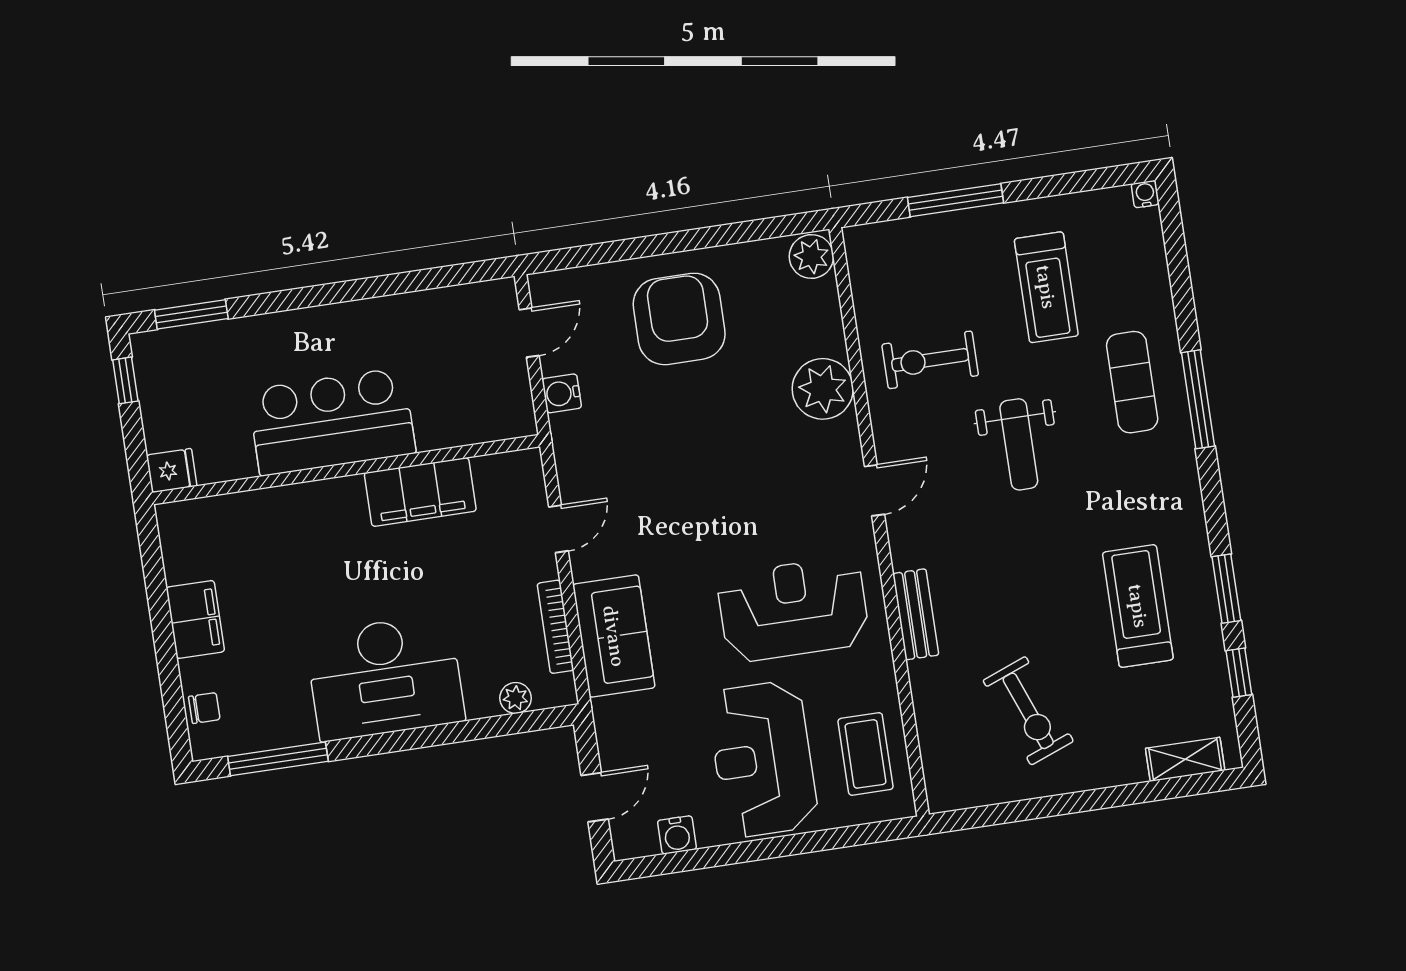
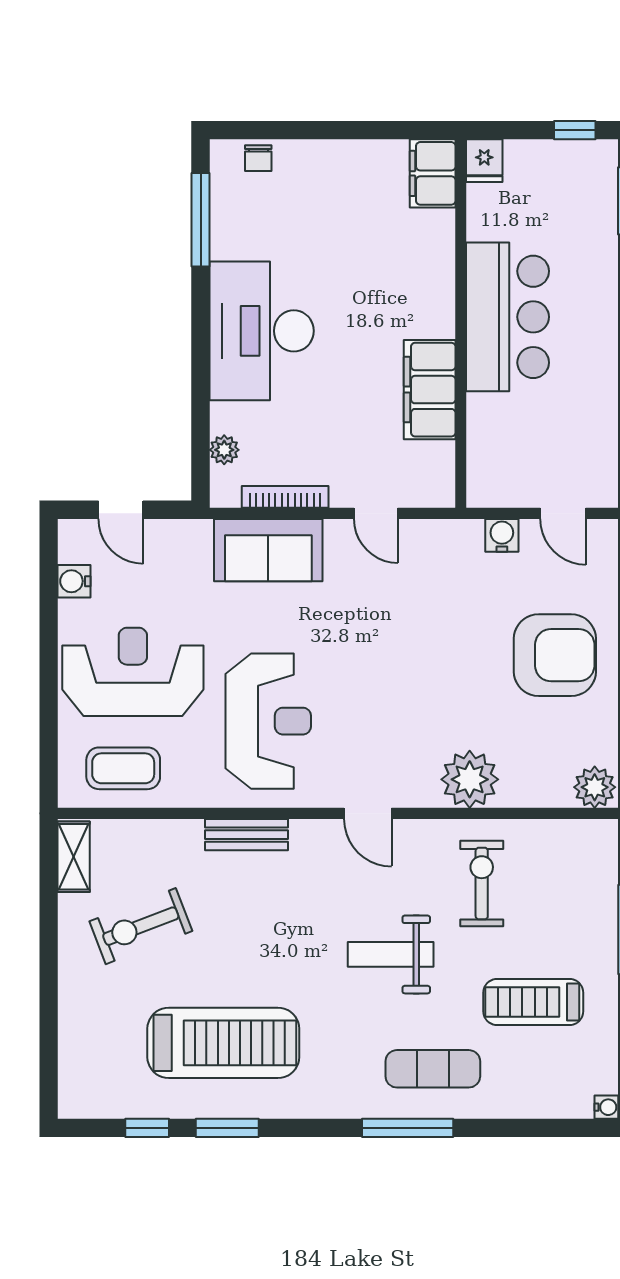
treadmill: (1138, 606) -> (223, 1043), width x1.37, depth x1.38
filing cabinet: (195, 619) -> (433, 173), moved, turned 90
shelving: (1185, 759) -> (74, 857), moved

